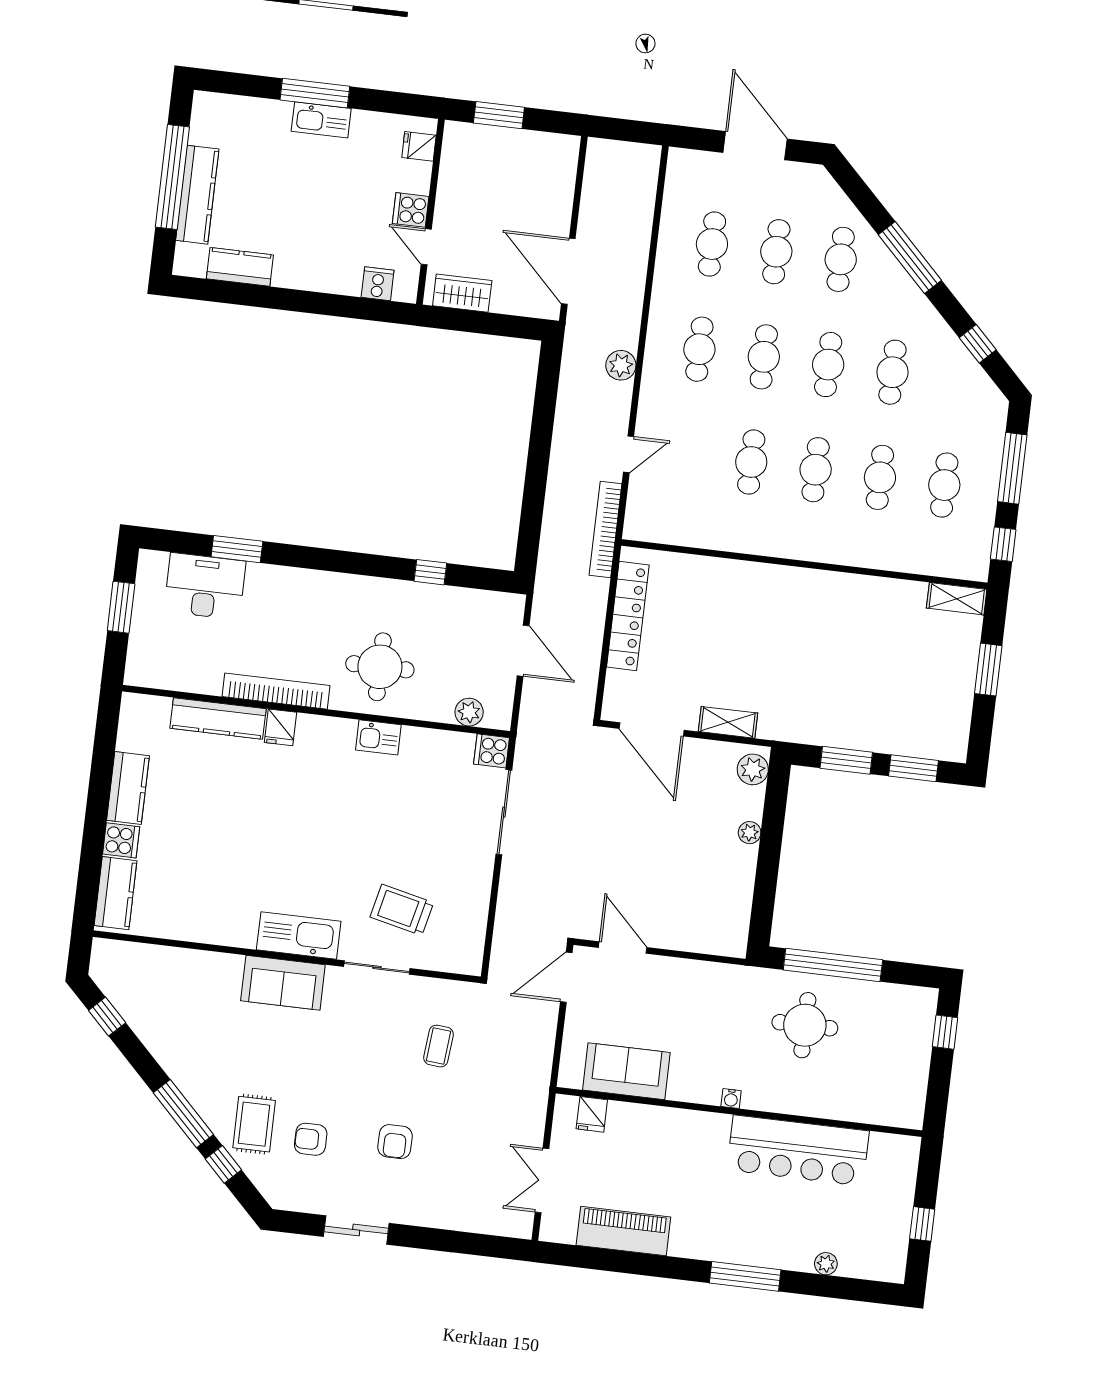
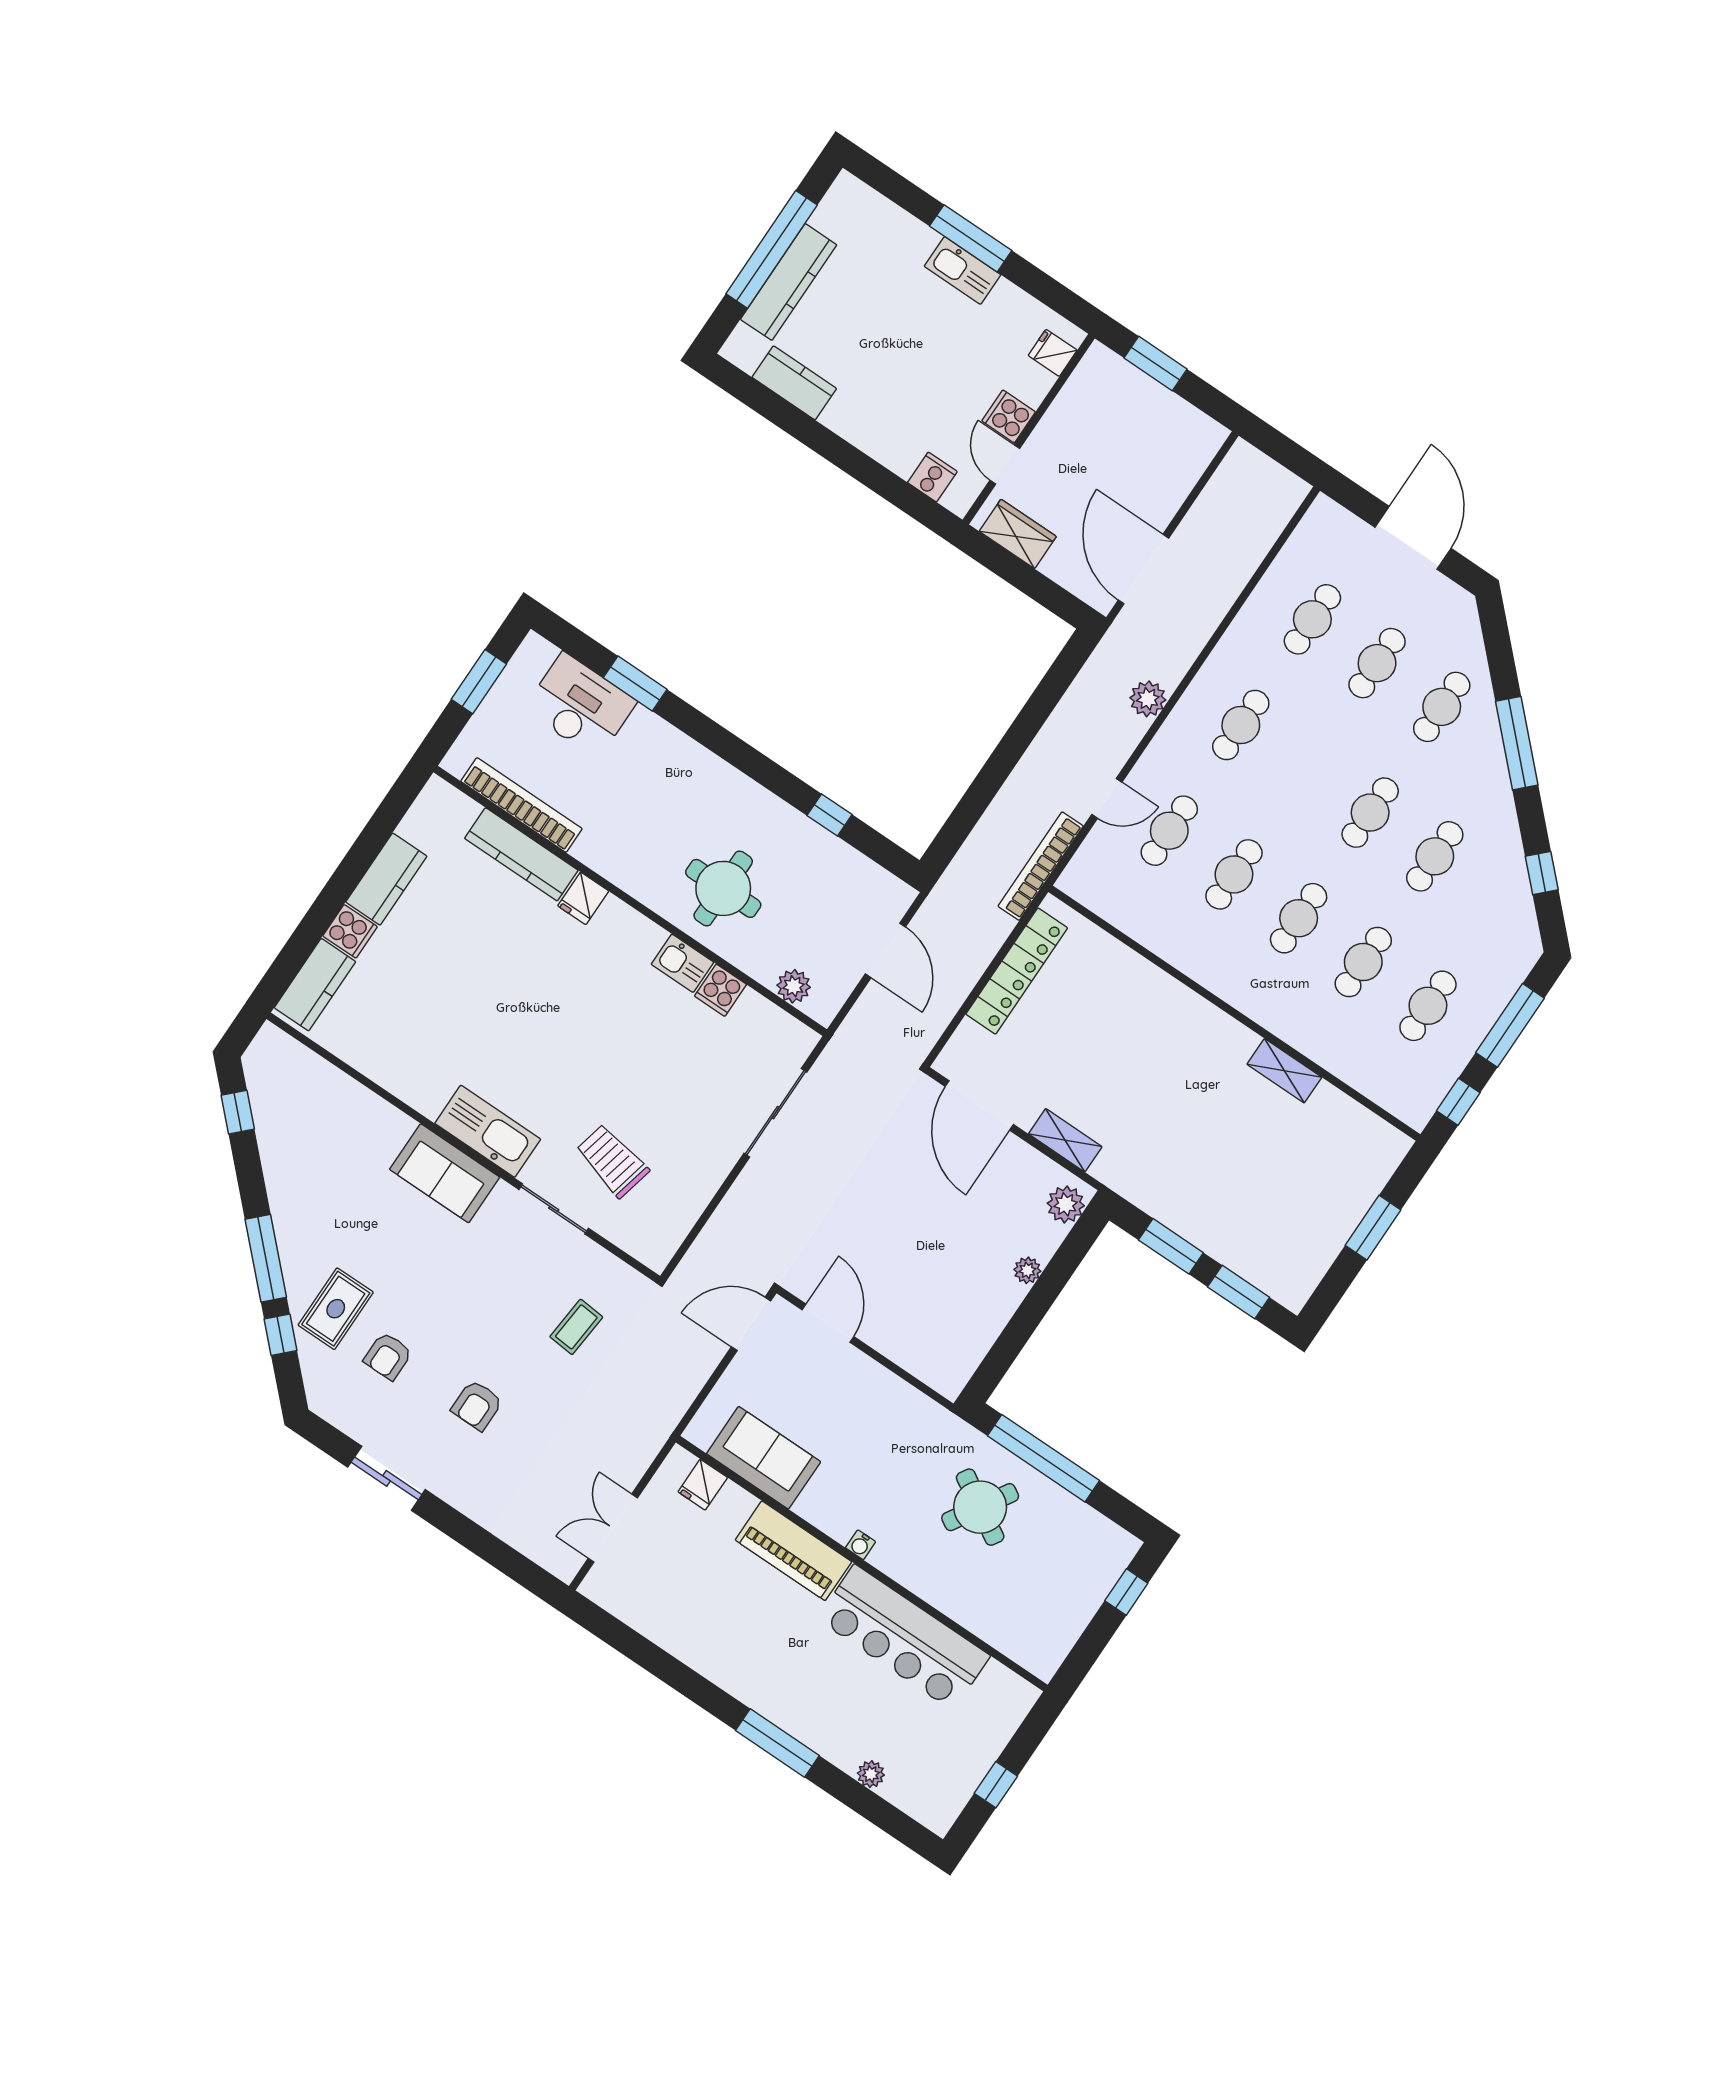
cafe table: (764, 357) -> (1169, 831), moved
shelving: (957, 599) -> (1284, 1071), moved
bookcase: (276, 691) -> (521, 805), moved
cooker: (492, 751) -> (721, 990), moved, turned -90
round table: (805, 1025) -> (980, 1507), turned 31
armchair: (311, 1139) -> (388, 1356), turned -90
piano: (623, 1231) -> (793, 1551), moved, turned 180

